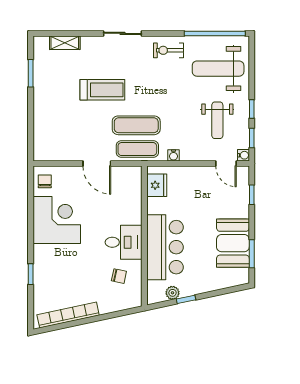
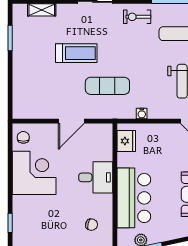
exercise mat: (137, 149) -> (108, 108), removed
door: (97, 164) -> (71, 121), hinge flipped
desk: (124, 242) -> (96, 177), moved

